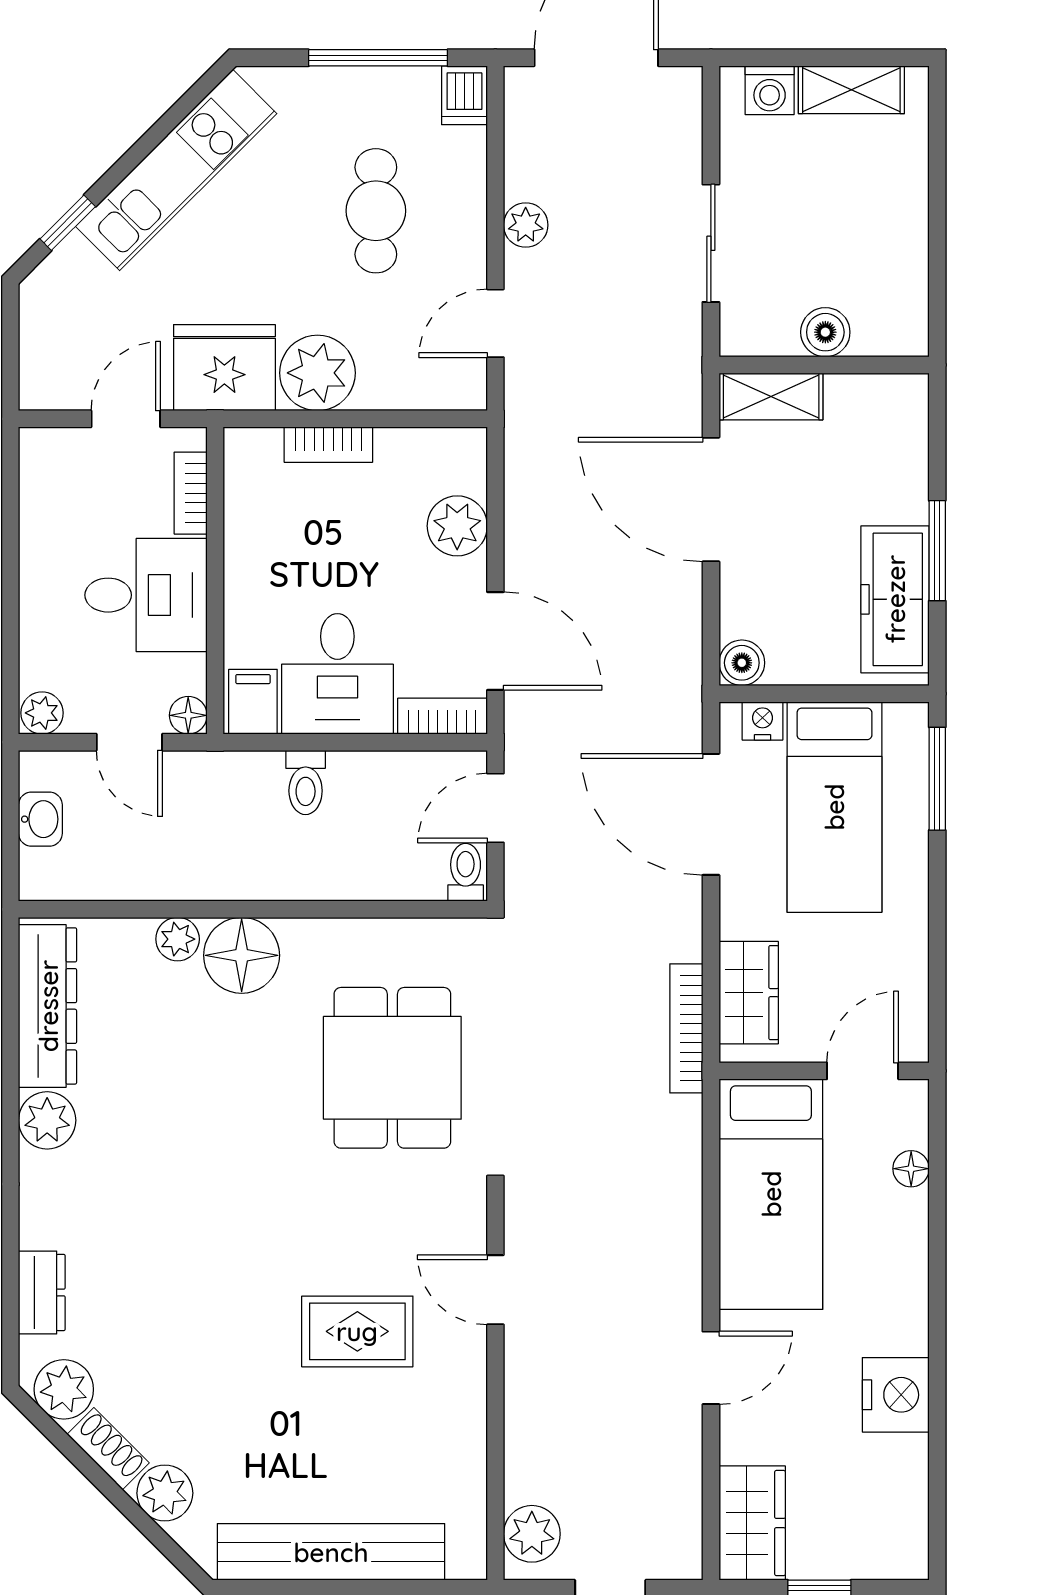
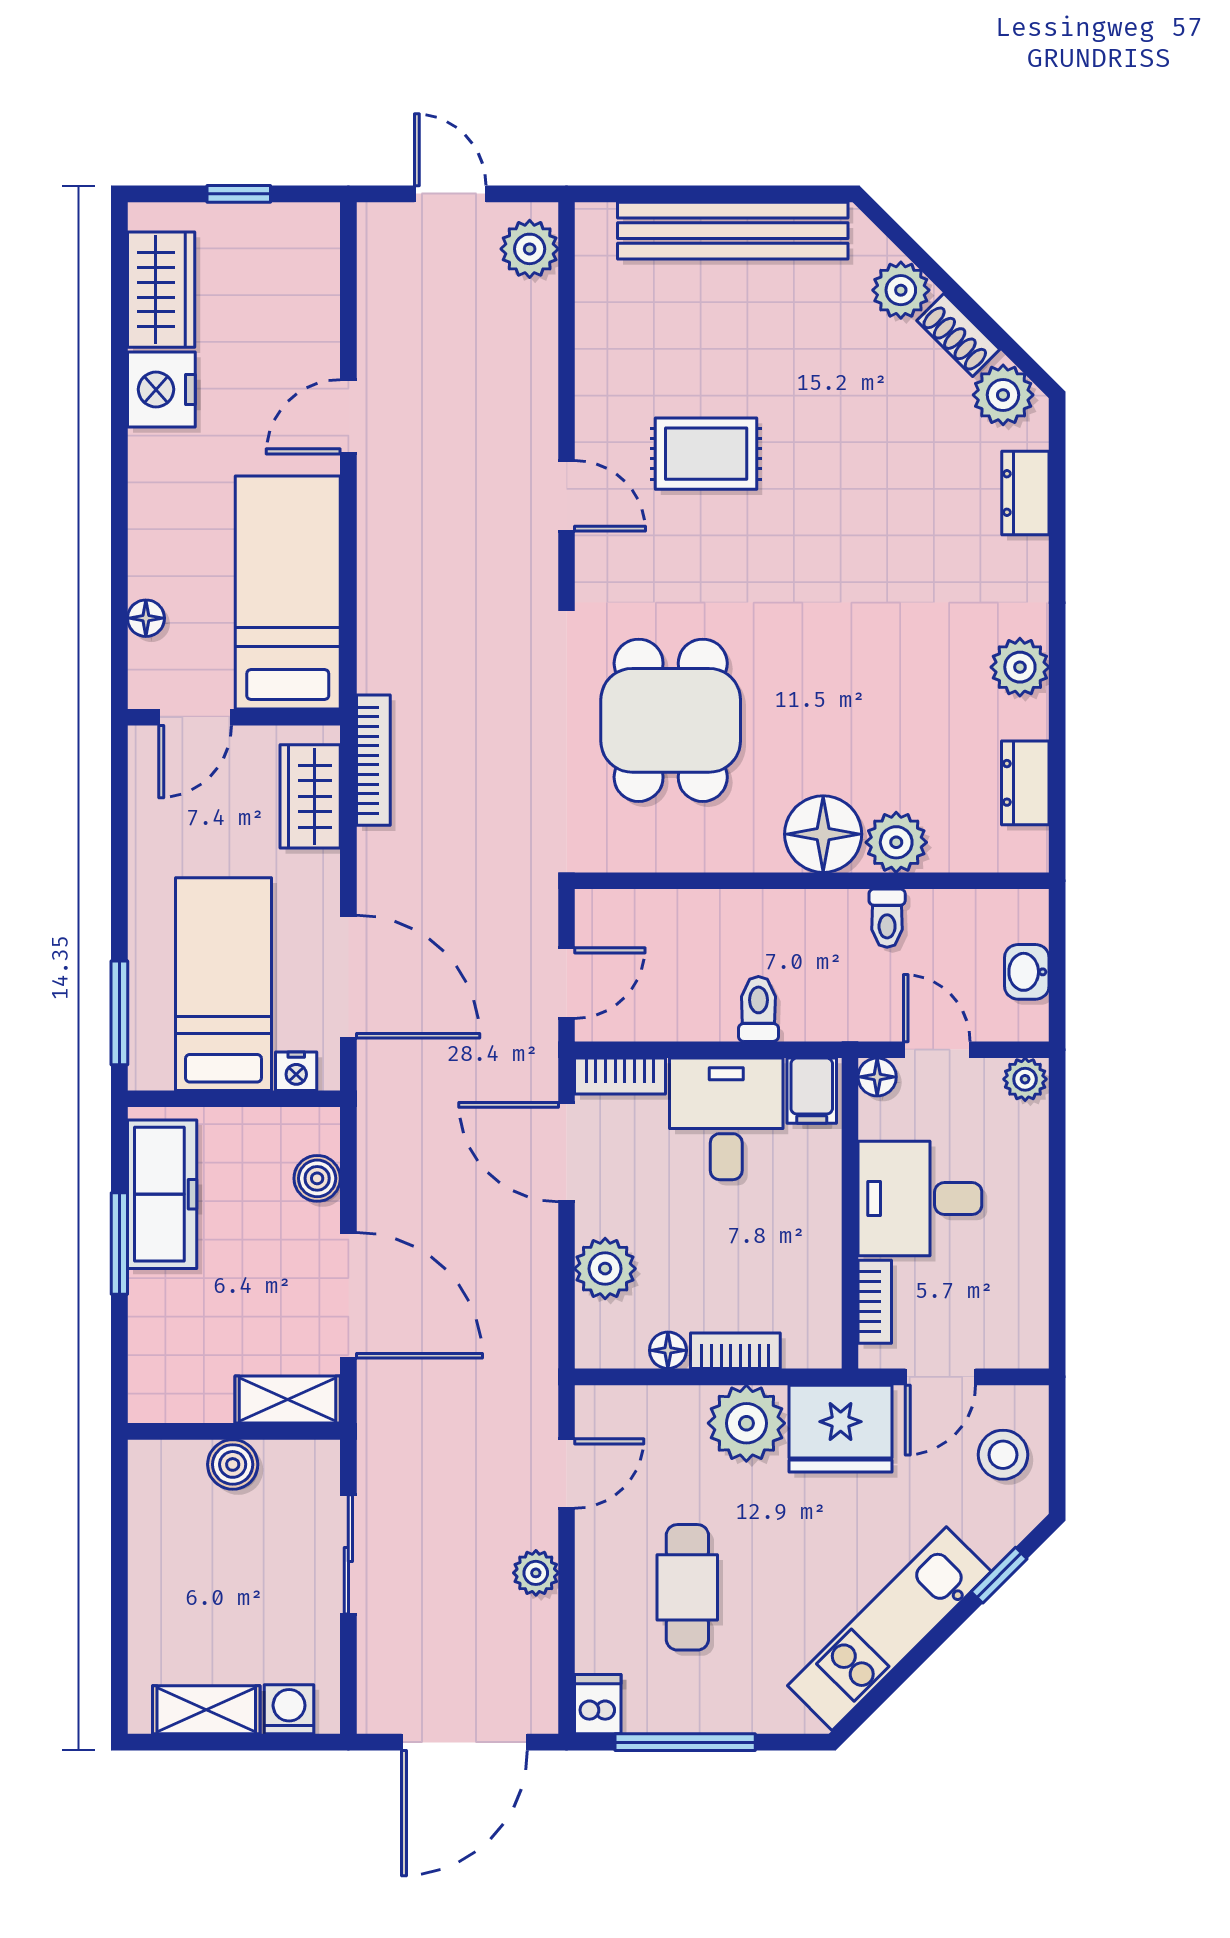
stool: (64, 342) -> (1003, 1455), added
floor lamp: (395, 445) -> (668, 1350), added
boiler: (742, 663) -> (317, 1178), moved
toilet: (466, 872) -> (887, 918), moved
plant: (178, 939) -> (896, 842), width x1.38, depth x1.38
dresser: (48, 1006) -> (1025, 783), width x0.51, depth x0.80
wardrobe: (752, 1523) -> (161, 290), moved, turned 180

